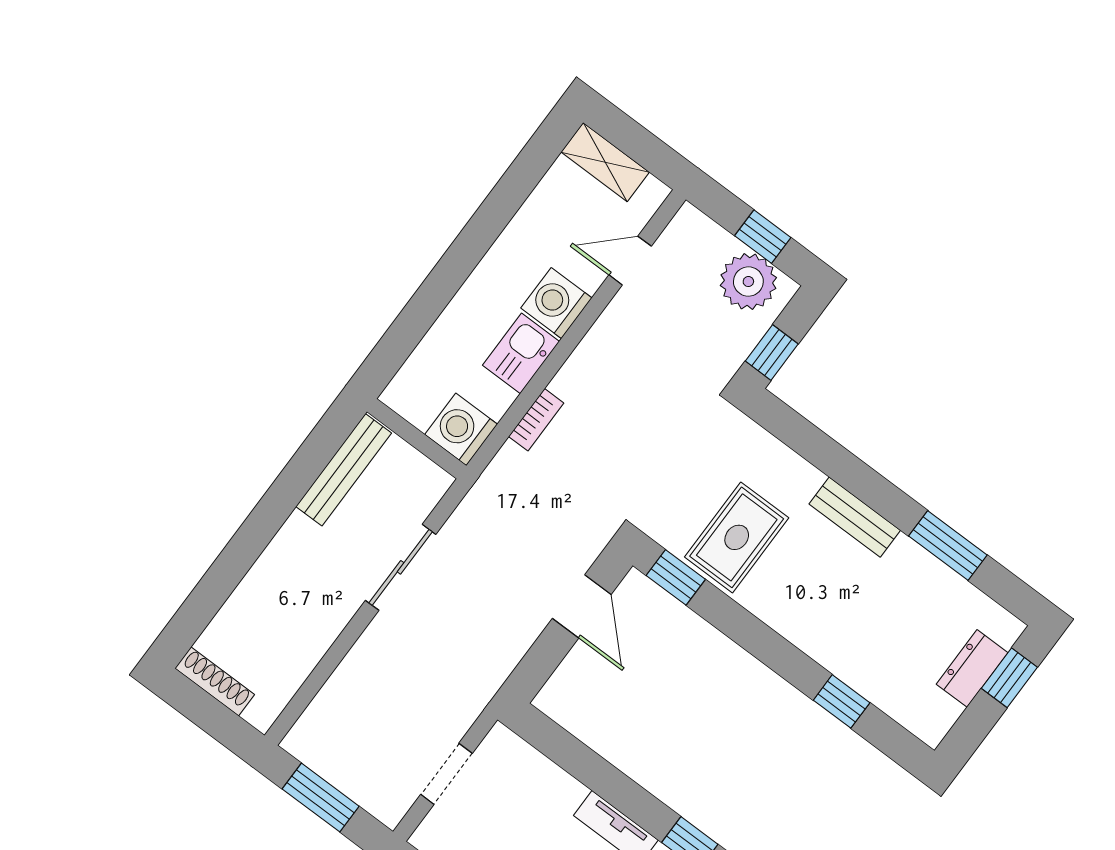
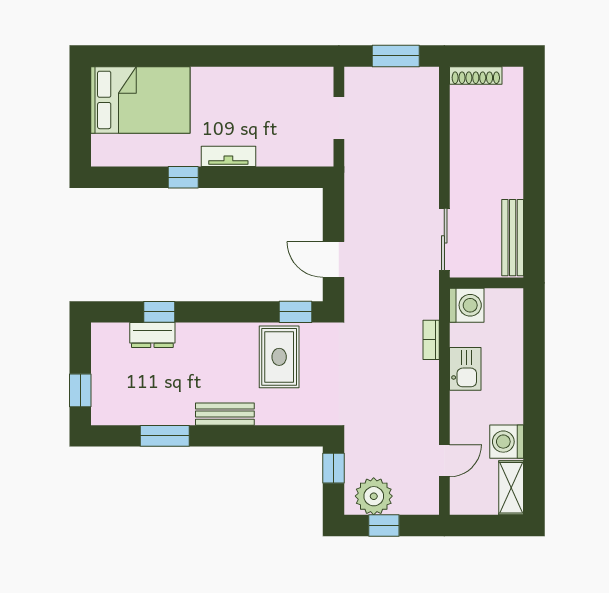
shelving: (605, 162) -> (511, 488), moved, turned 90
washing machine: (556, 303) -> (507, 442), moved, turned 180
sliding door: (401, 567) -> (444, 239), moved
dresser: (972, 668) -> (152, 335), moved, turned 90
shoe rack: (215, 681) -> (476, 75), moved

